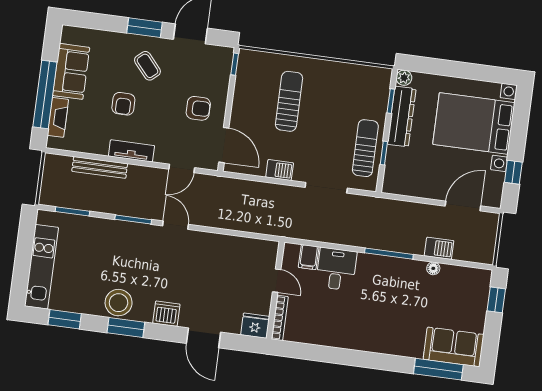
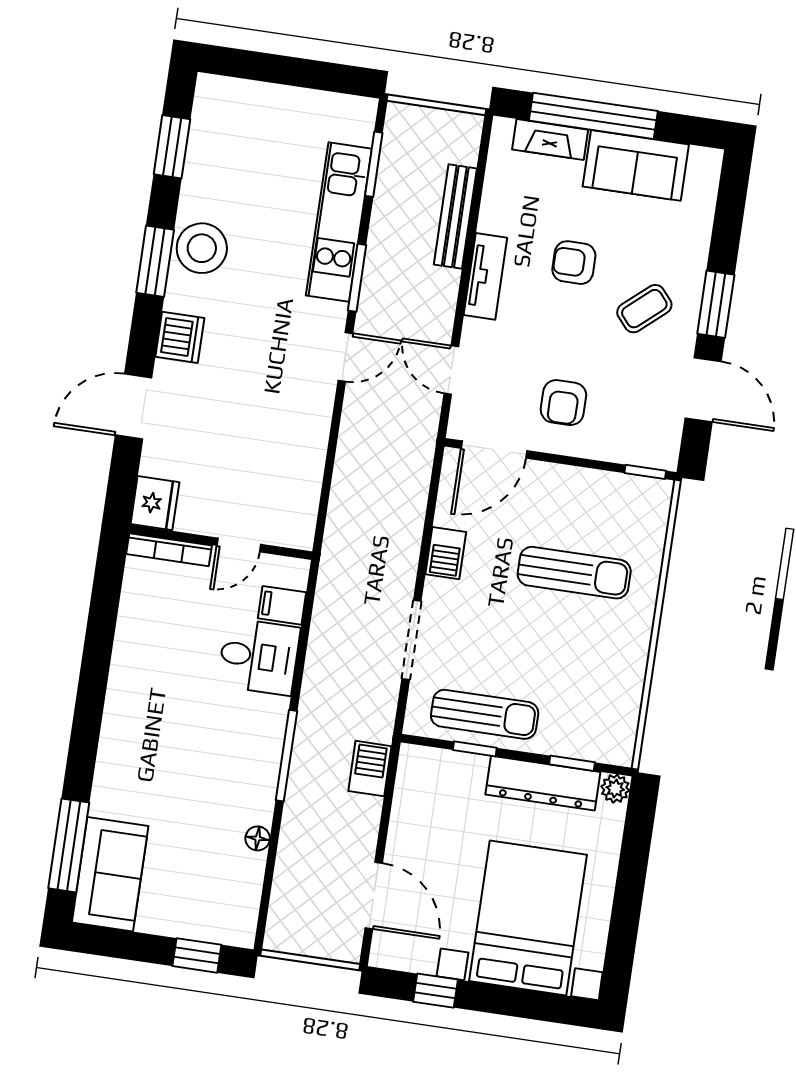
barbecue: (439, 248) -> (370, 769), moved, turned 180
kitchen unit: (41, 267) -> (339, 222), moved, turned 90

